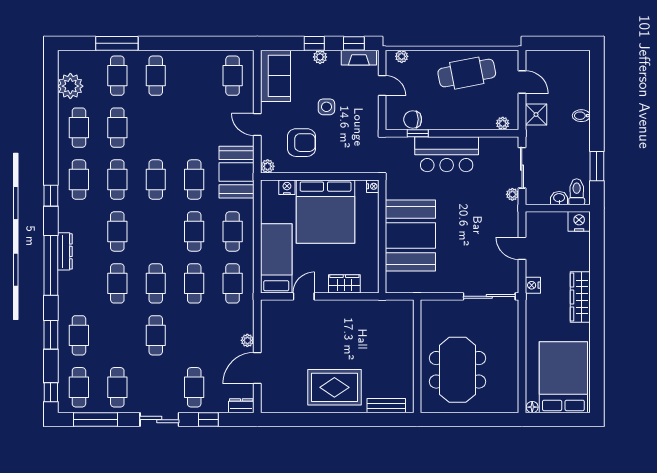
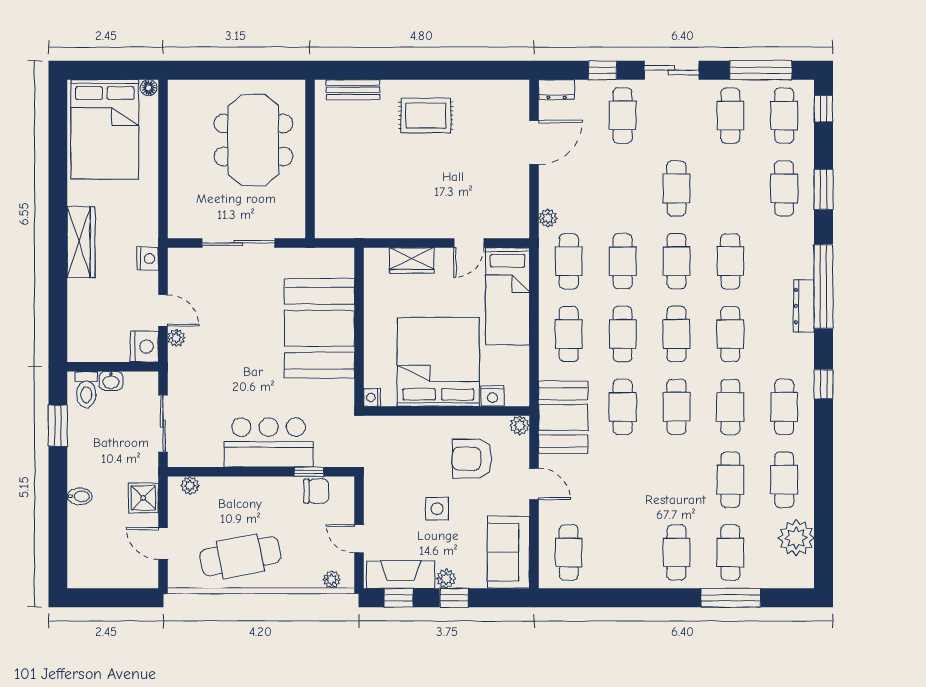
fireplace: (359, 58) -> (401, 575), width x1.37, depth x1.32
plant: (512, 194) -> (176, 338), moved
nightstand: (579, 221) -> (144, 346), moved, turned -90
cafe table: (156, 231) -> (676, 334), added
sliding door: (489, 296) -> (238, 243), moved
plant: (247, 340) -> (548, 218), moved
rug: (334, 387) -> (426, 116), width x0.73, depth x0.70

